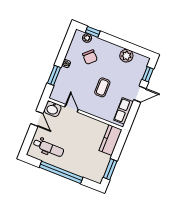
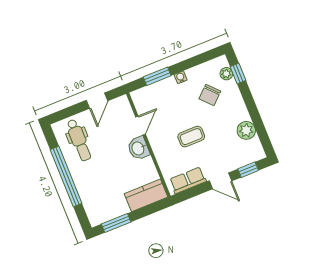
washbasin: (53, 109) -> (138, 148), moved

